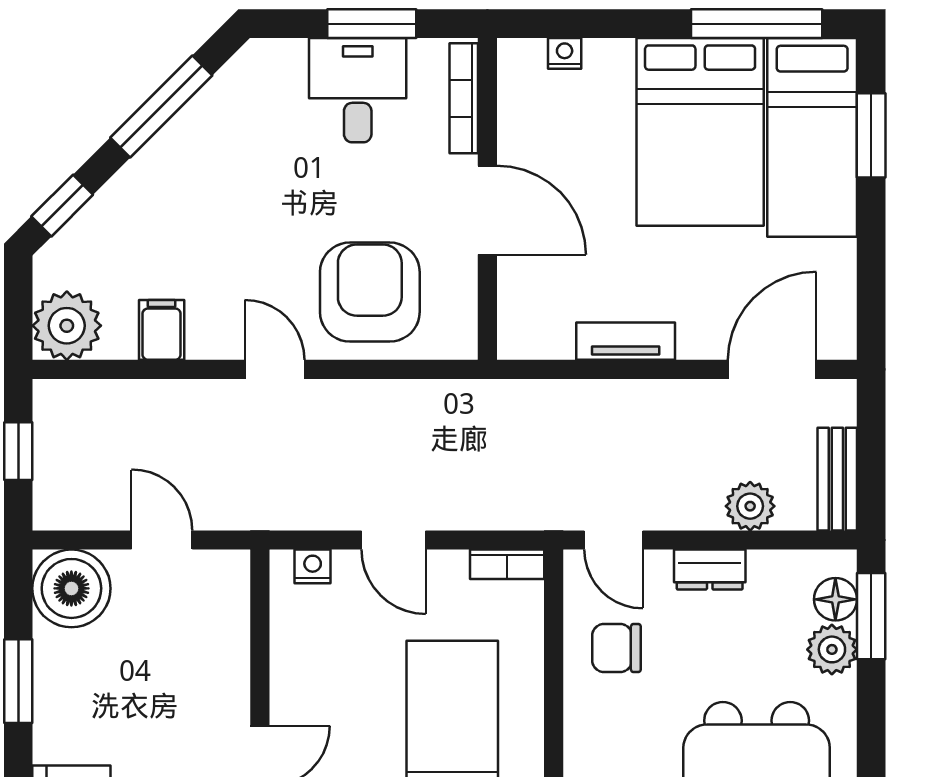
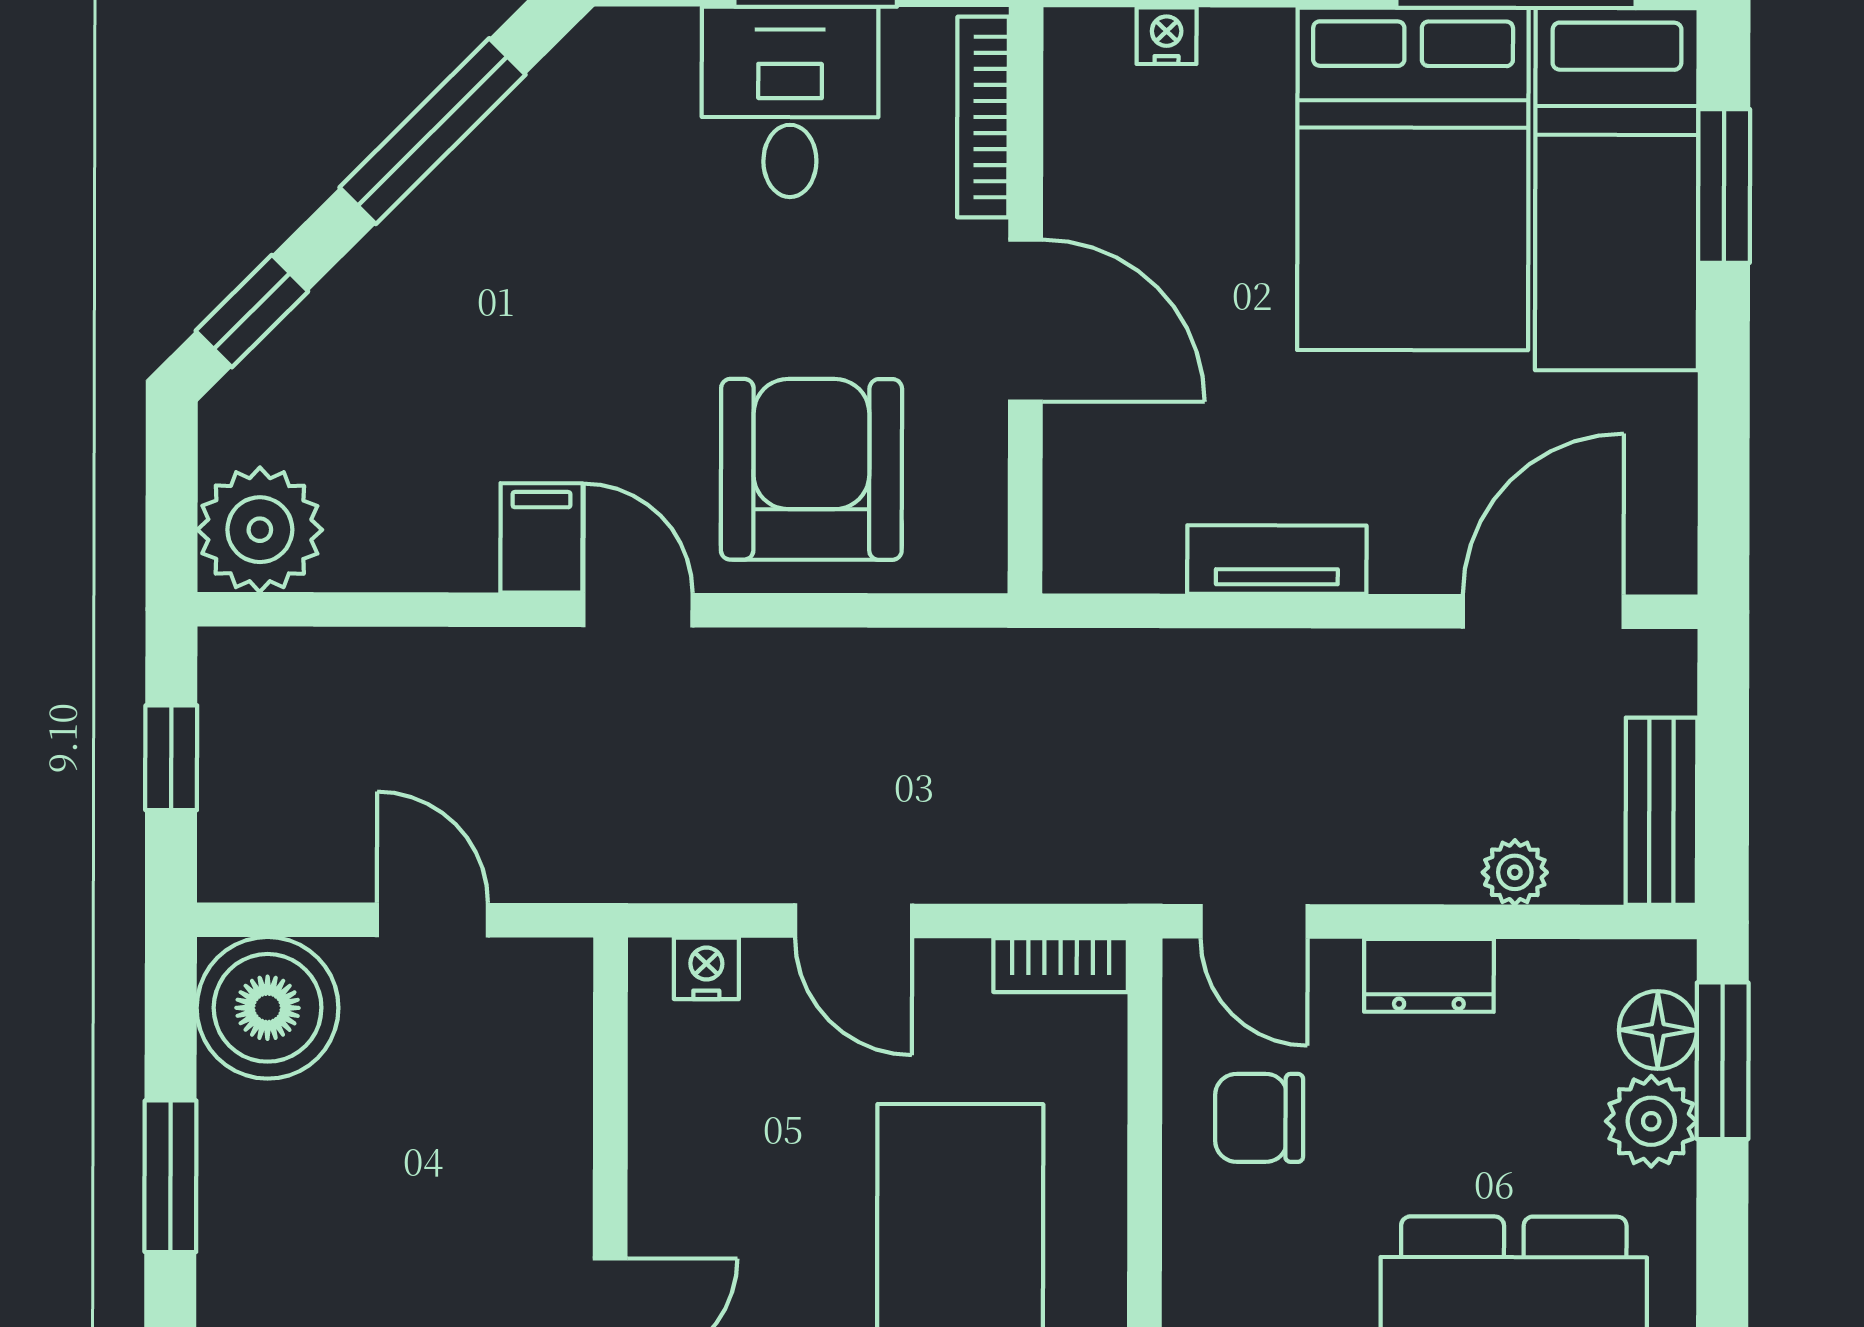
filing cabinet: (162, 330) -> (541, 538), moved
plant: (750, 506) -> (1515, 872), width x0.73, depth x0.73

